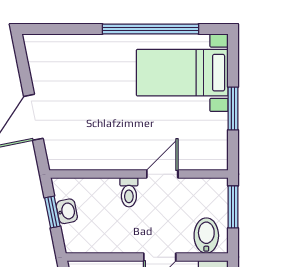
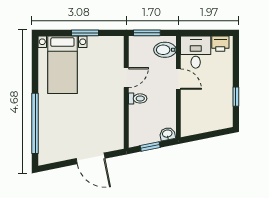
window: (150, 29) -> (35, 123), moved
door: (162, 174) -> (126, 78), swing flipped
washbasin: (67, 211) -> (167, 134), moved

